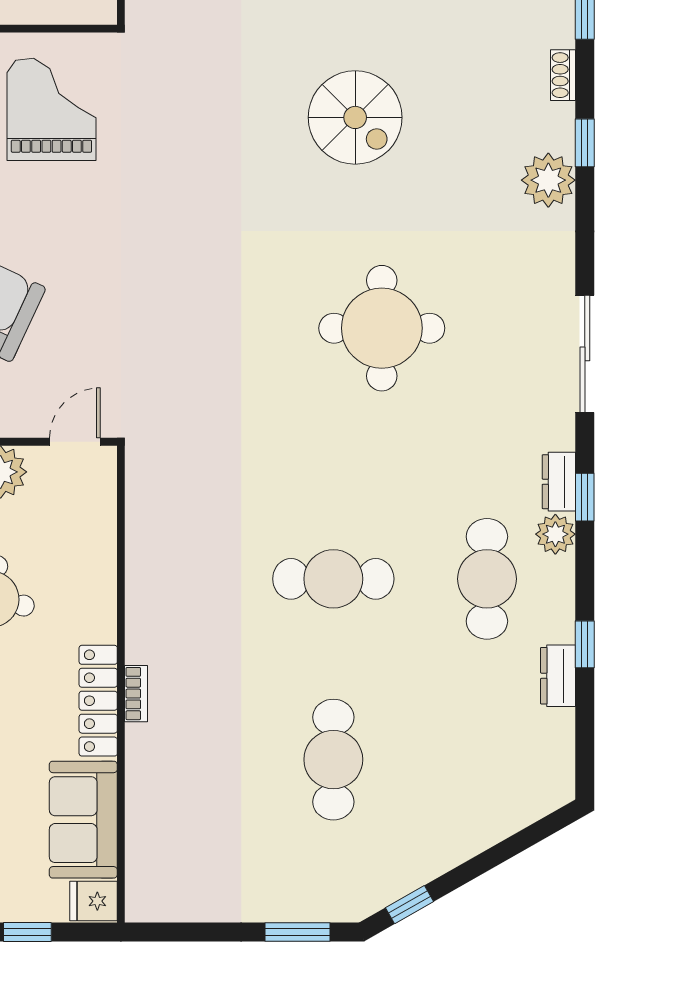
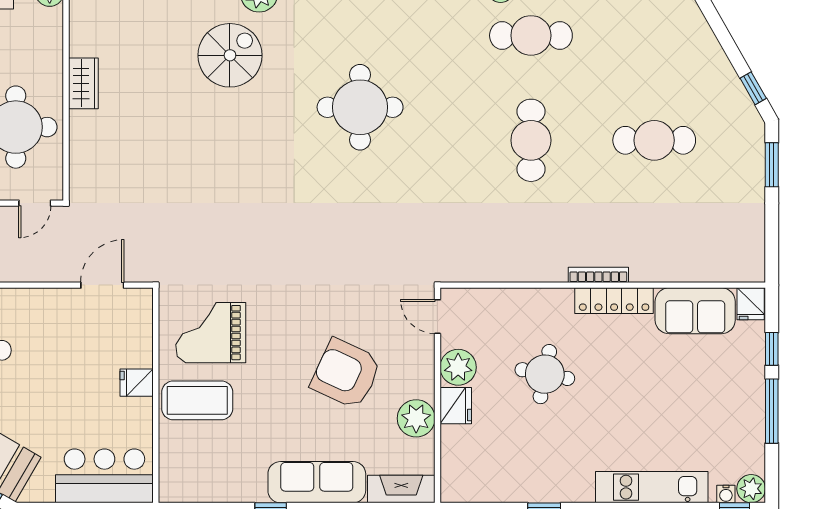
spiral stairs: (355, 117) -> (230, 55), moved
bookcase: (136, 694) -> (598, 275), width x1.56

